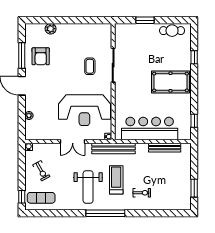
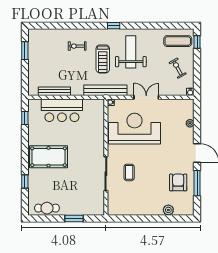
bar counter: (150, 129) -> (62, 110), width x0.73
window: (105, 213) -> (114, 26), width x0.32

